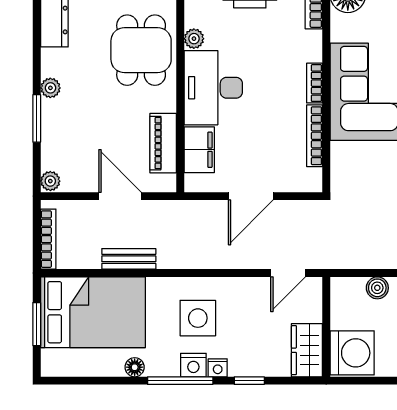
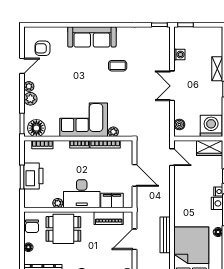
plant: (340, 153) -> (113, 132), added
bench: (129, 259) -> (165, 235), width x1.36
boiler: (377, 288) -> (179, 124), moved
side table: (198, 318) -> (194, 201), removed

